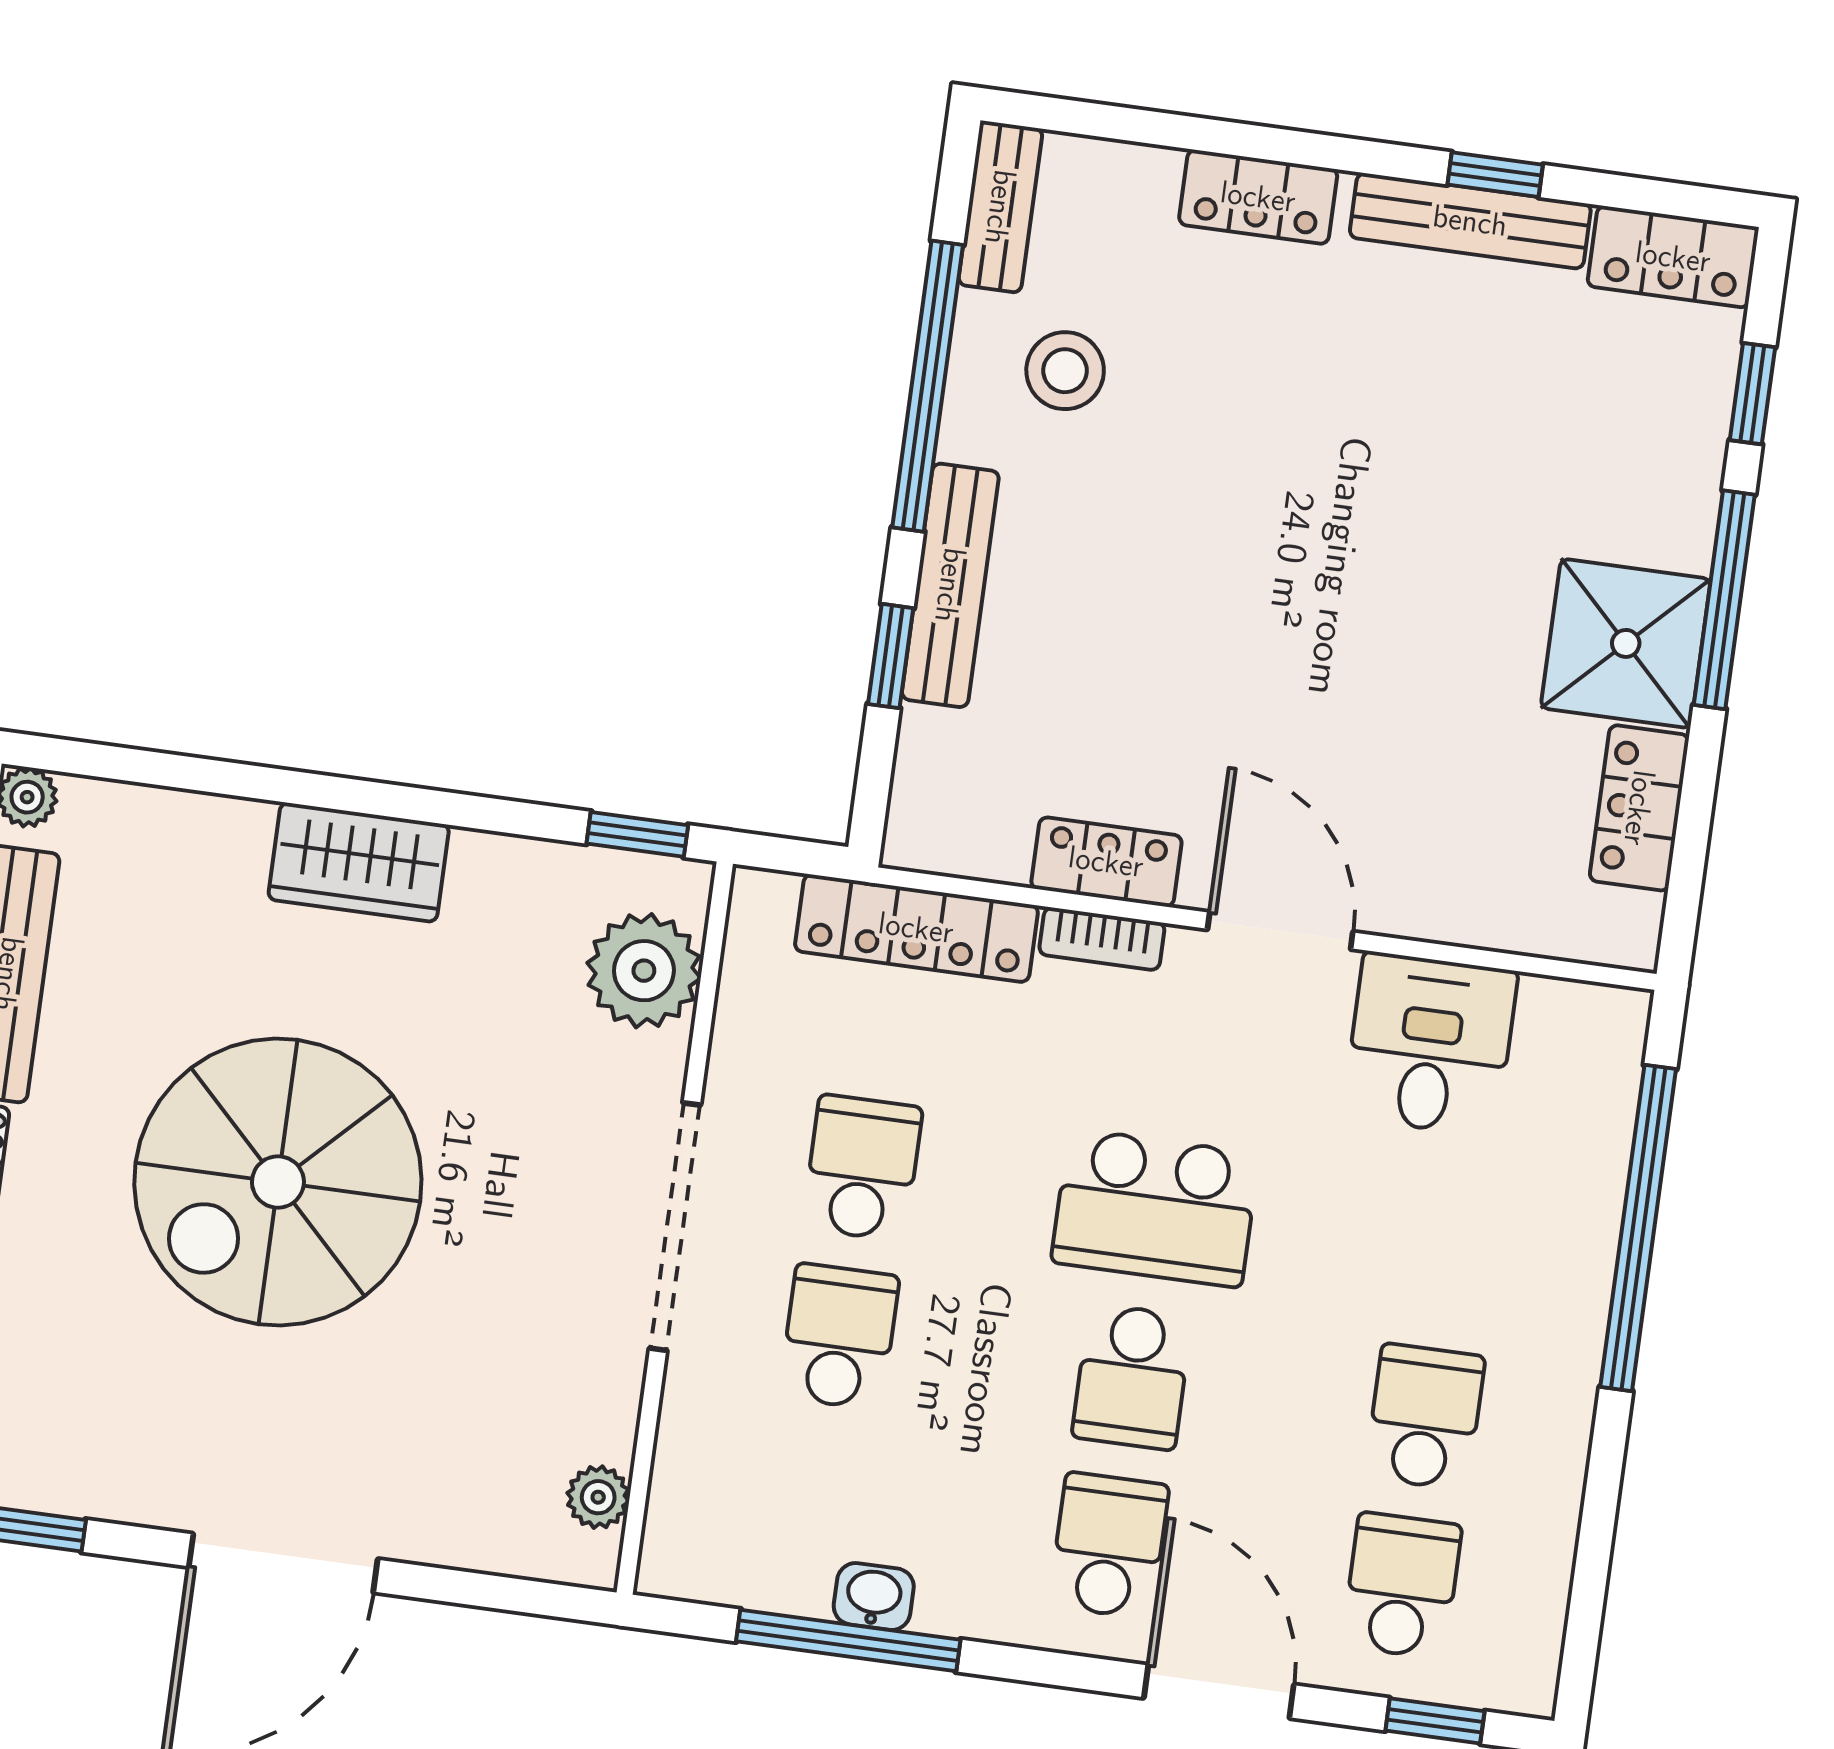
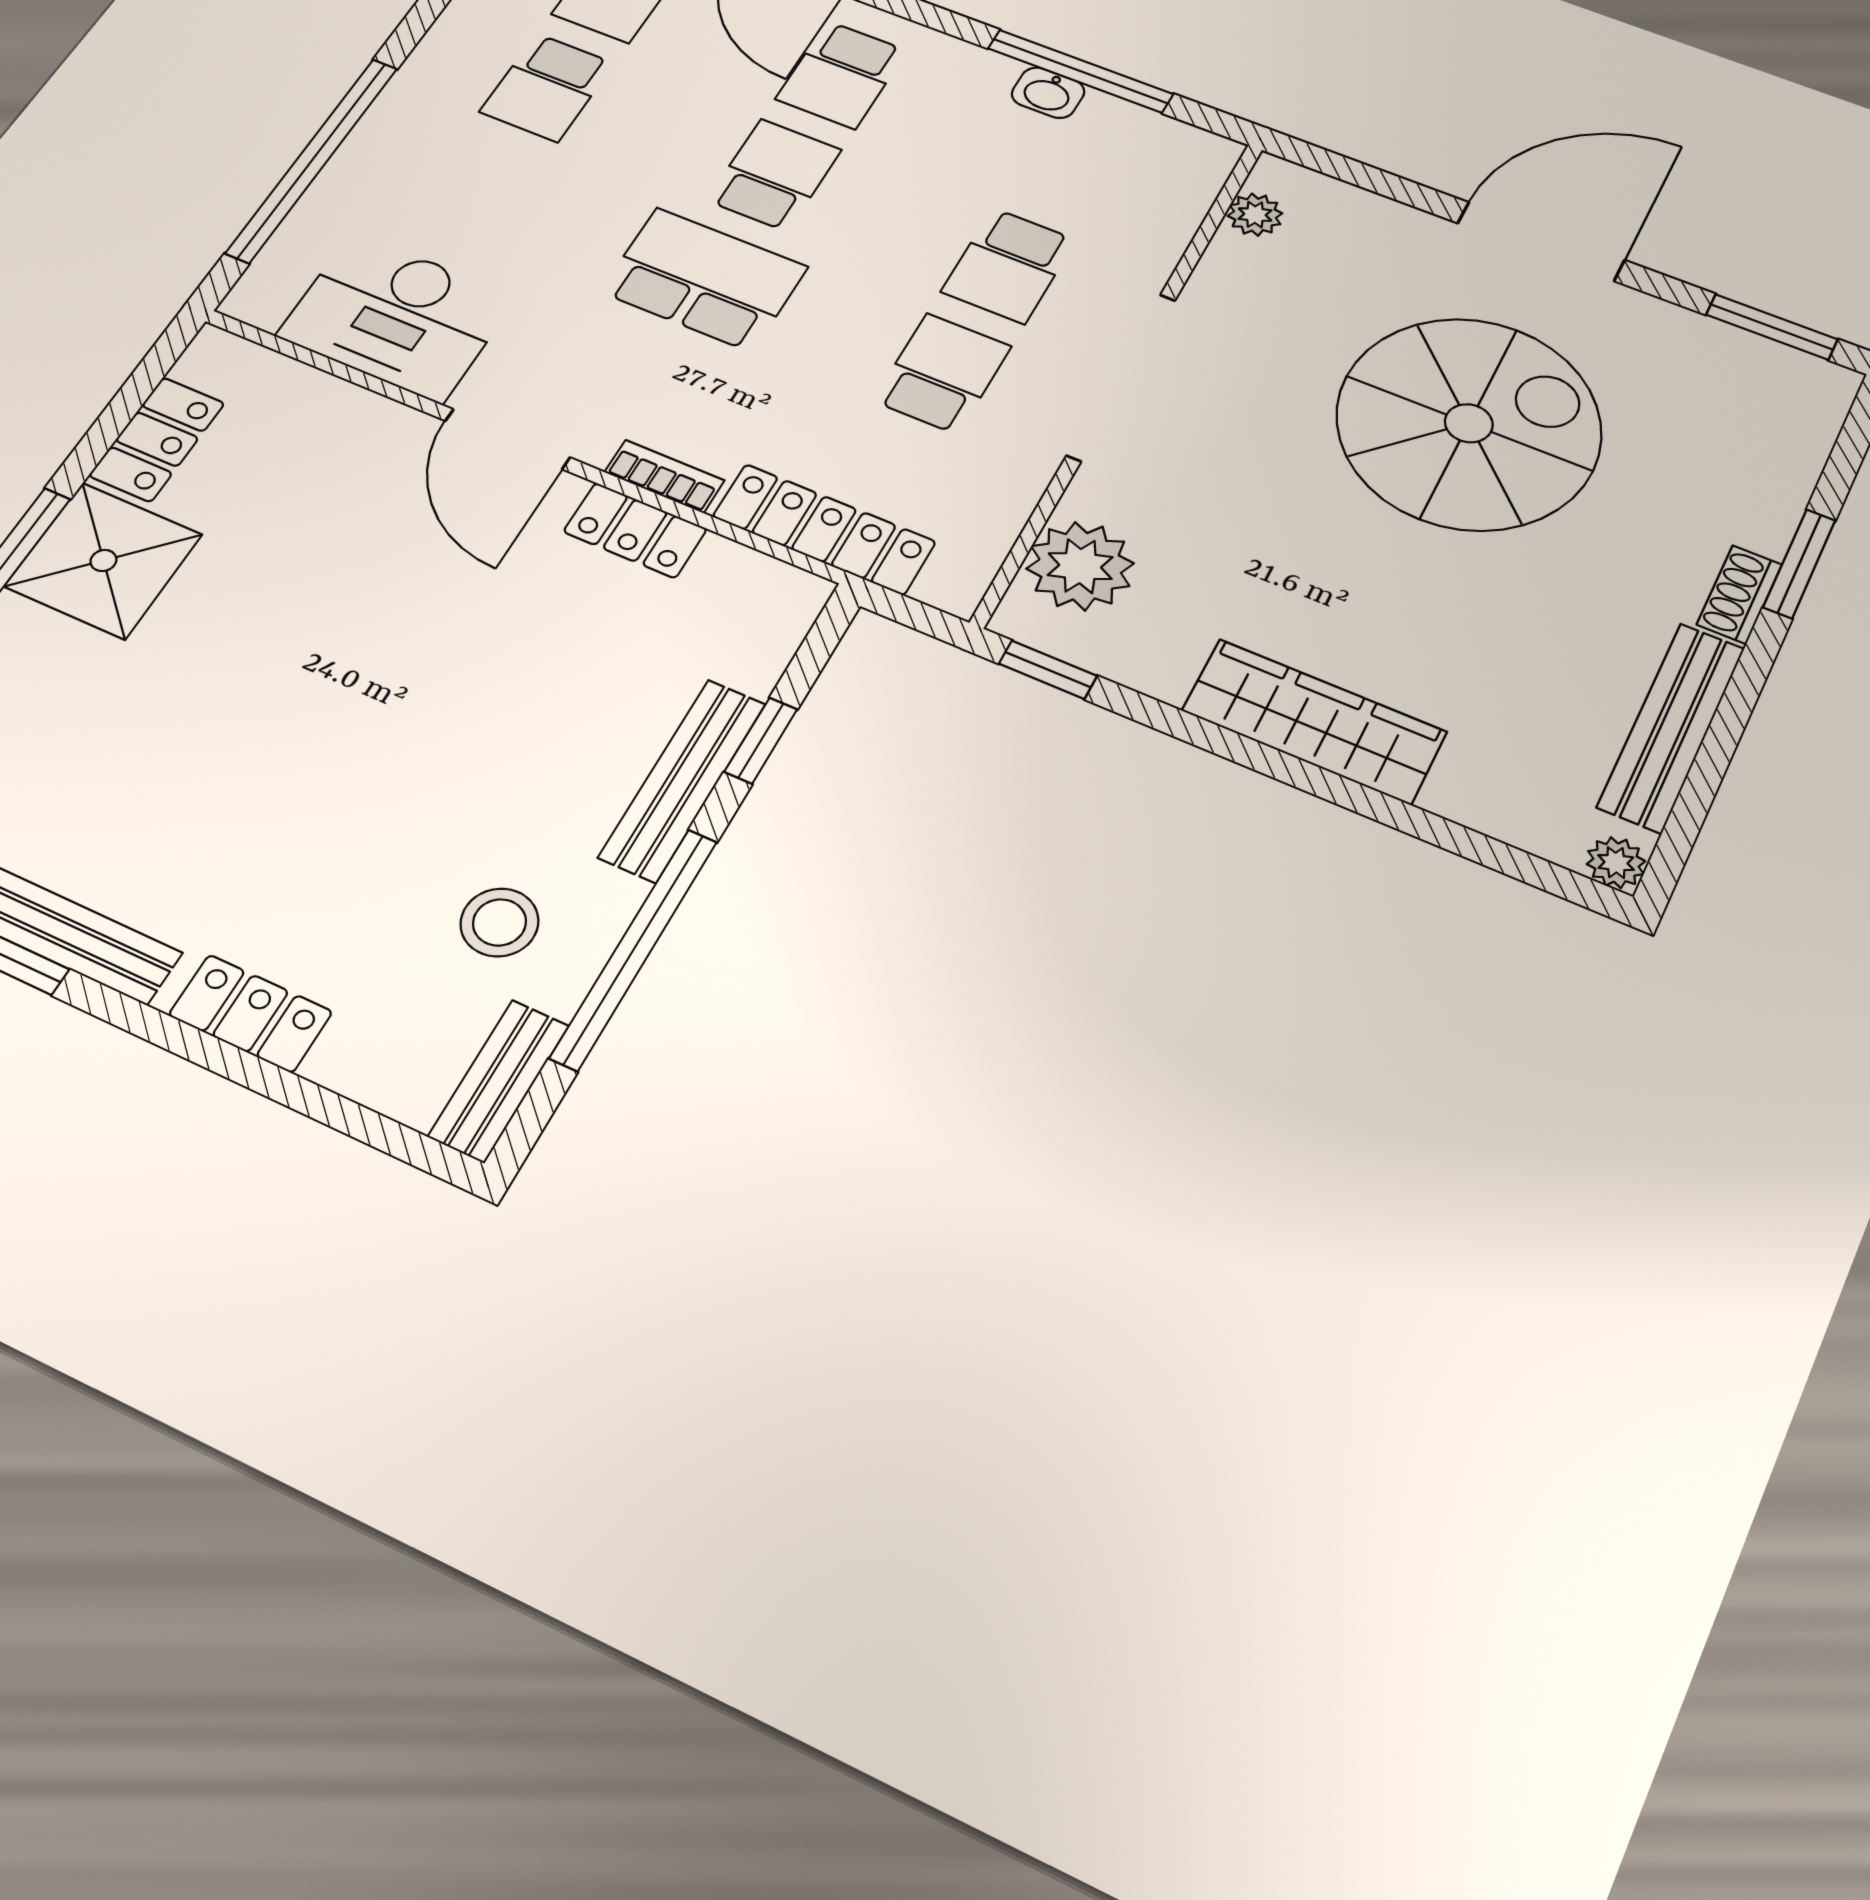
wardrobe: (359, 862) -> (1314, 721), width x1.50
desk: (1430, 1044) -> (397, 317), width x1.37
school desk: (862, 1168) -> (942, 374), turned 180
spiral stairs: (278, 1182) -> (1469, 423), moved

